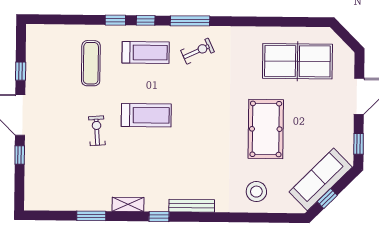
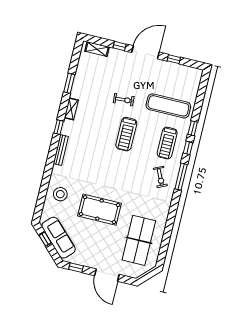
exercise mat: (91, 63) -> (168, 106), width x1.36, depth x1.45
shelving: (32, 187) -> (97, 49), added

